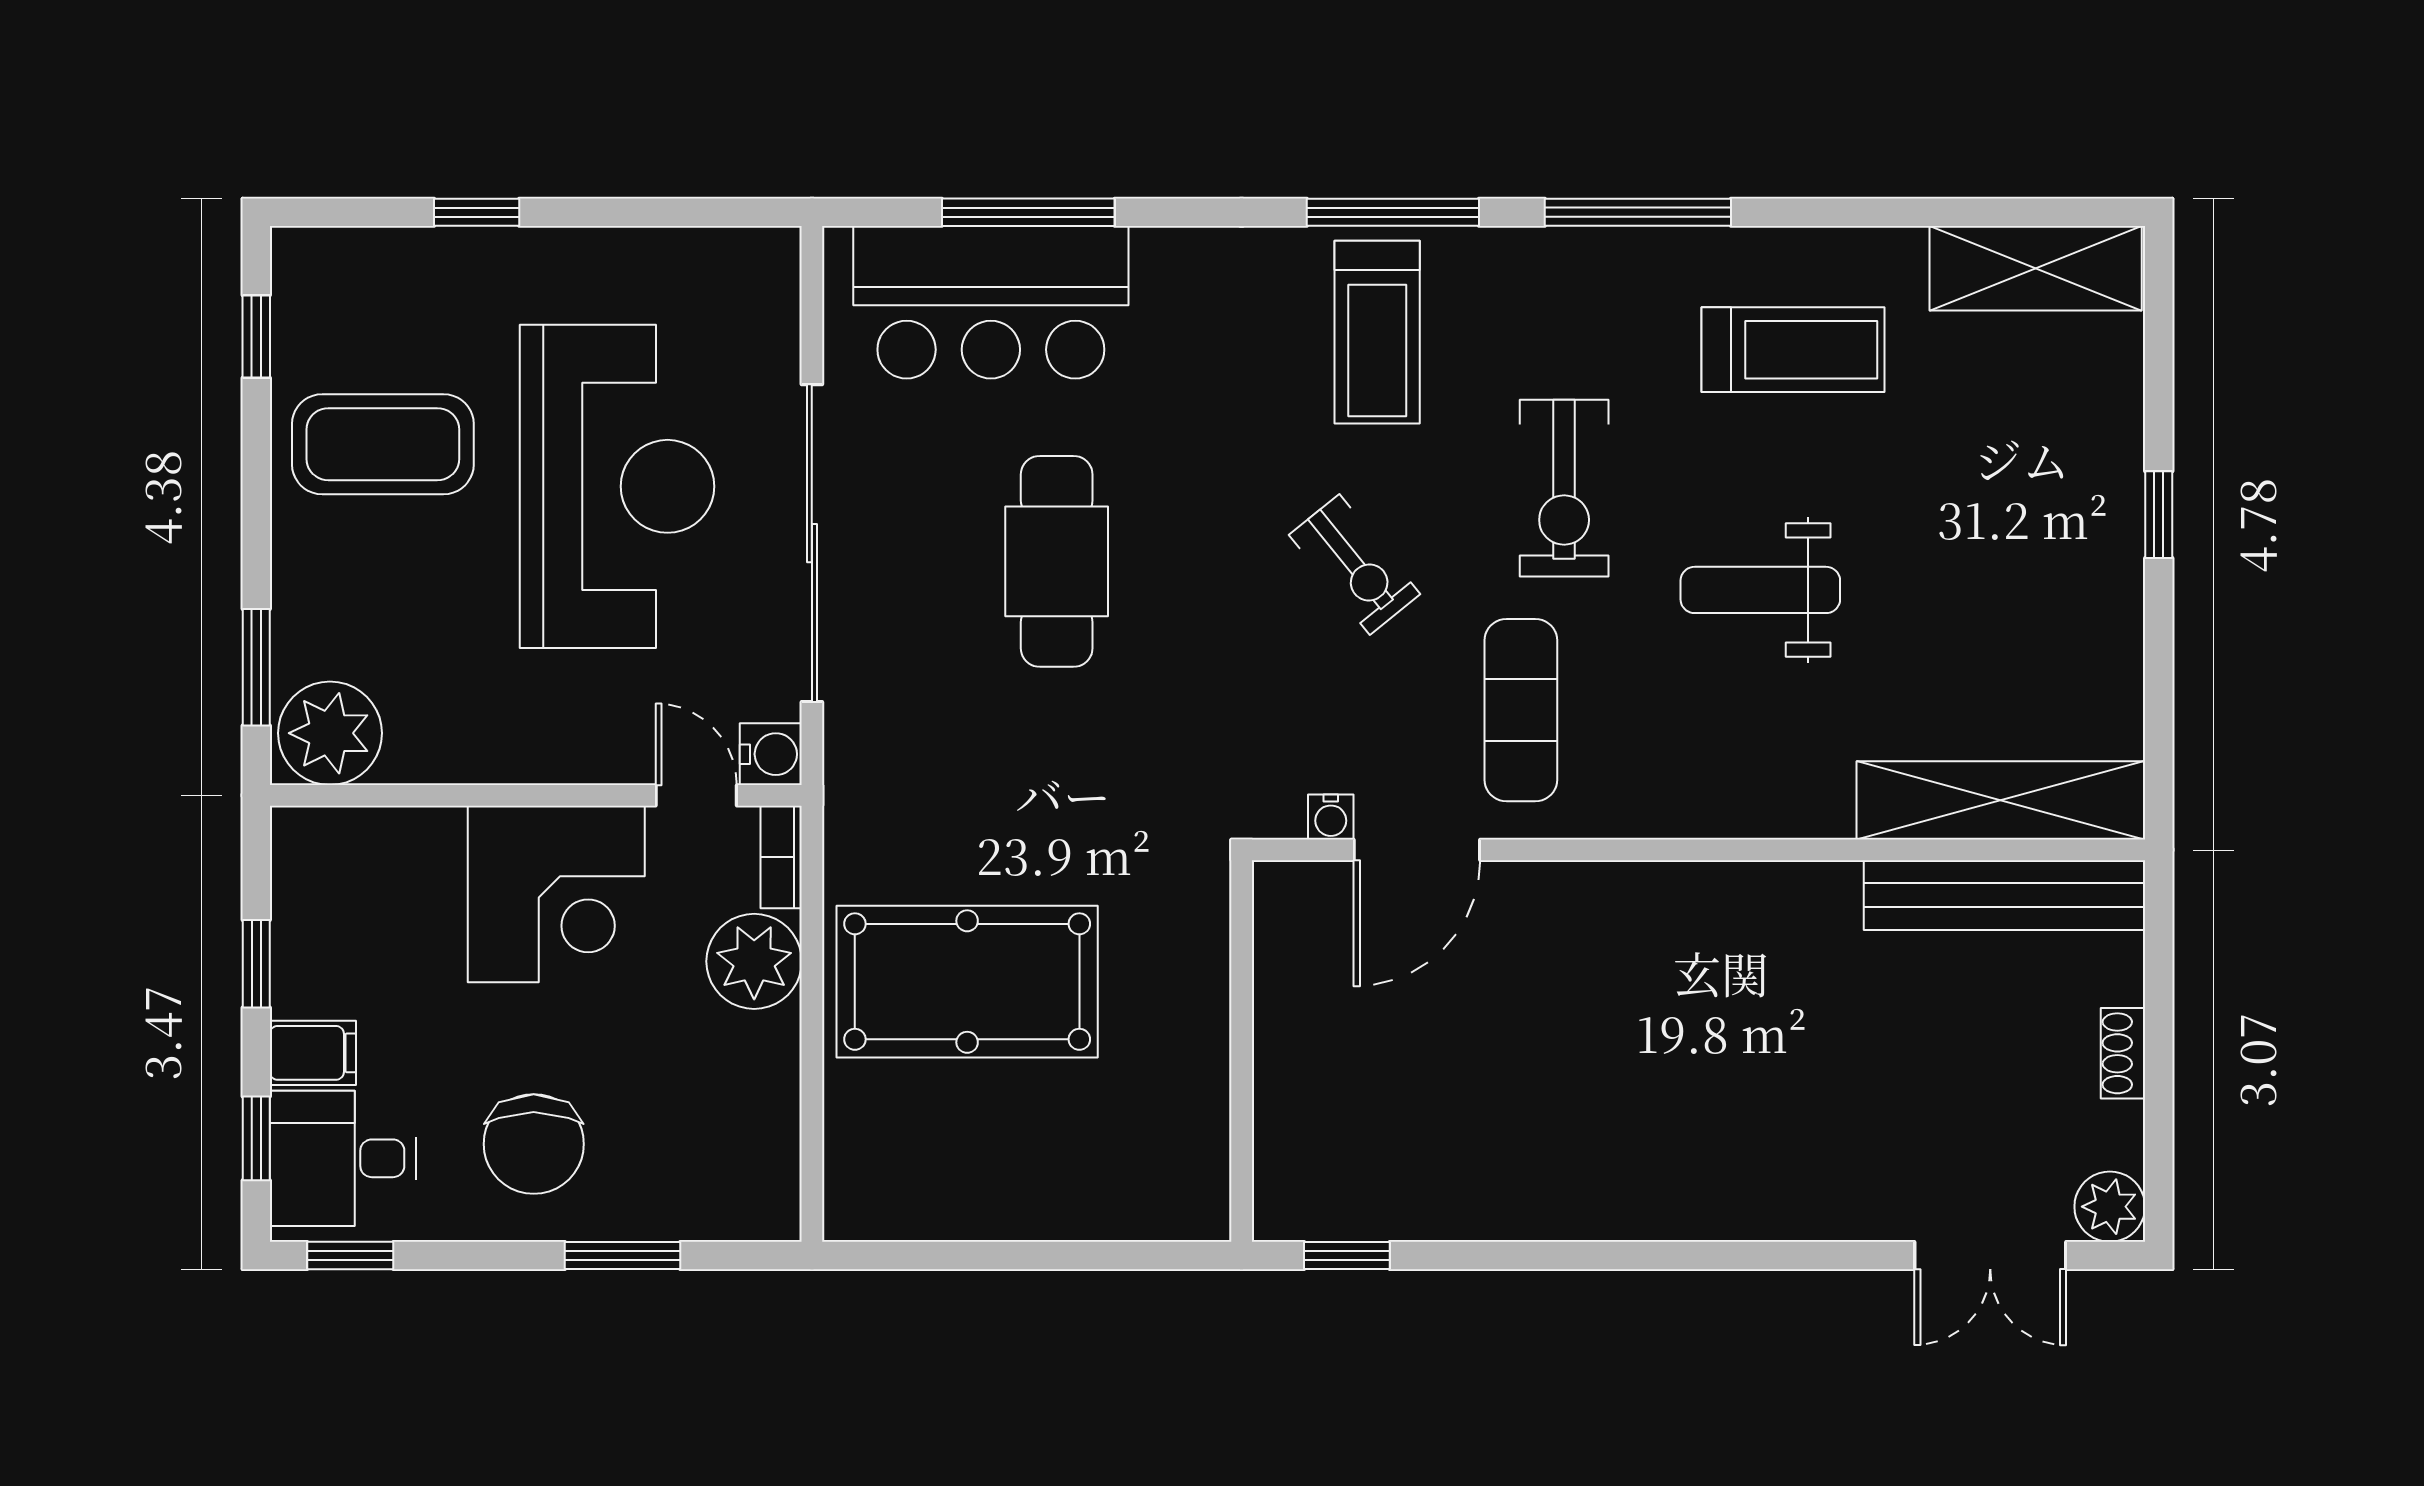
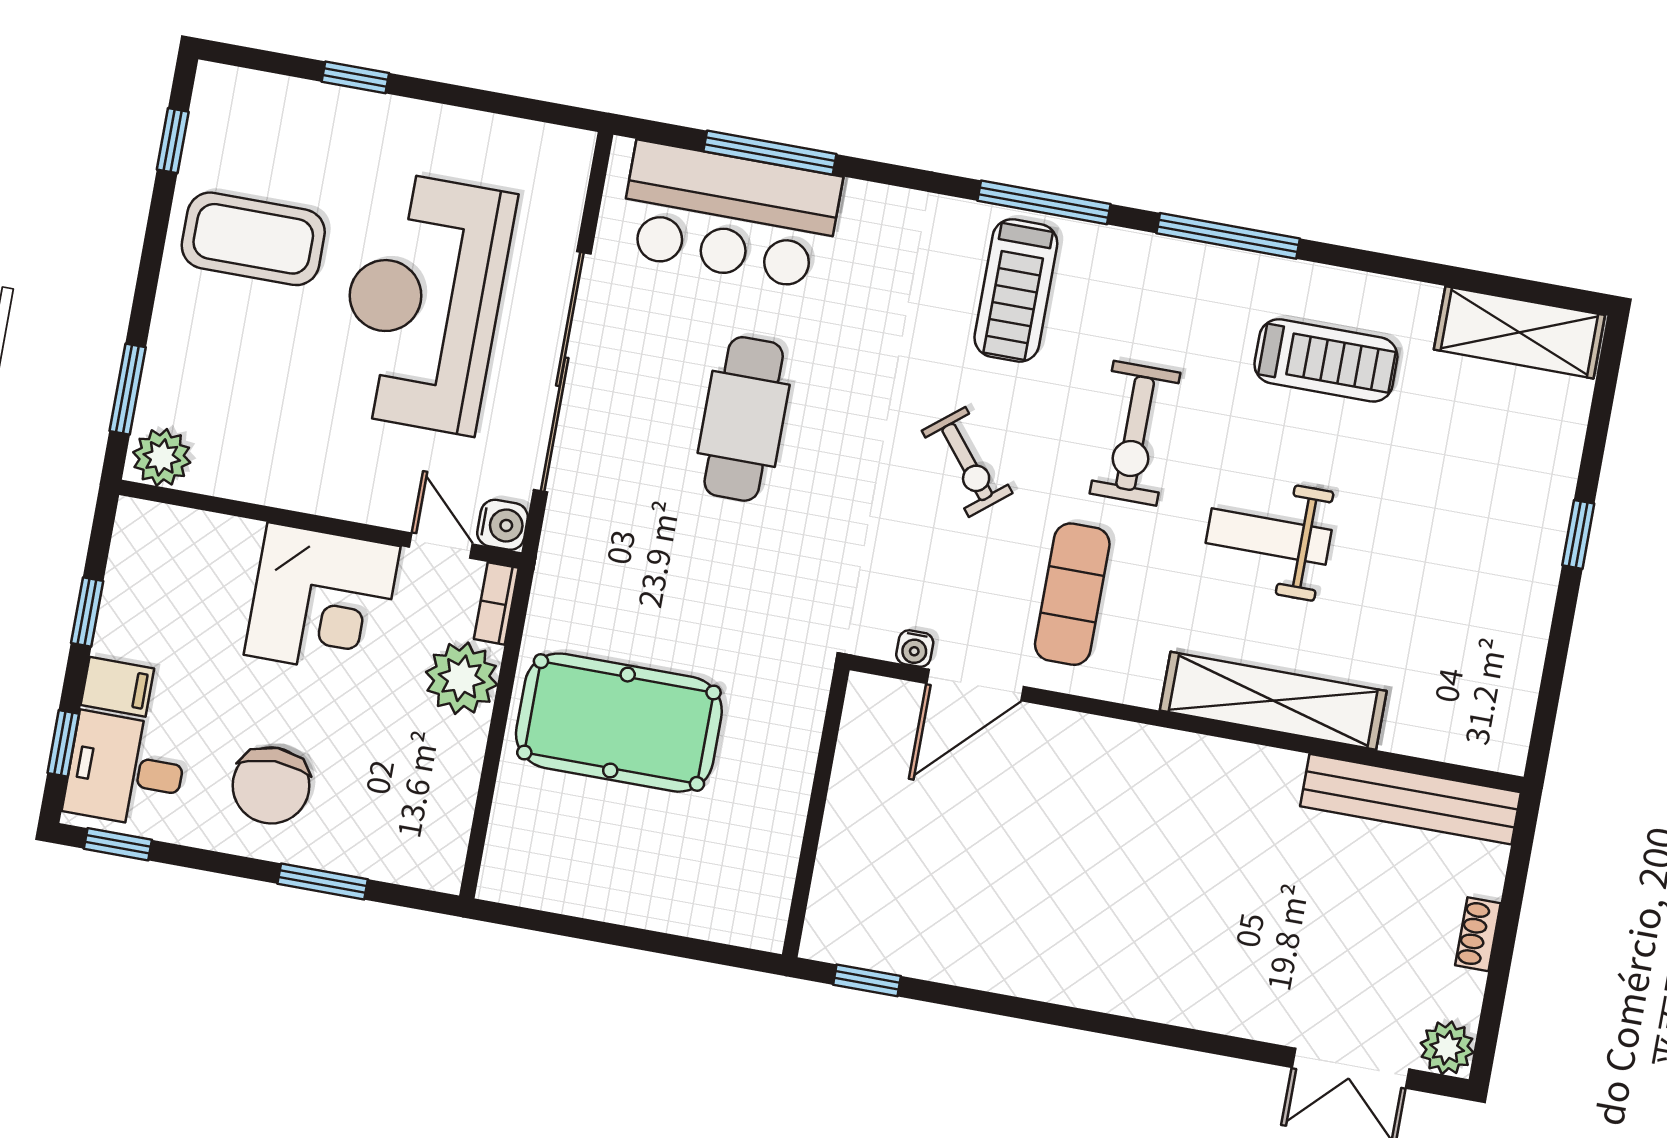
reception desk: (617, 486) -> (423, 302), turned 180
plant: (330, 733) -> (162, 457), width x0.73, depth x0.73
shelving: (2000, 800) -> (1273, 701), moved

